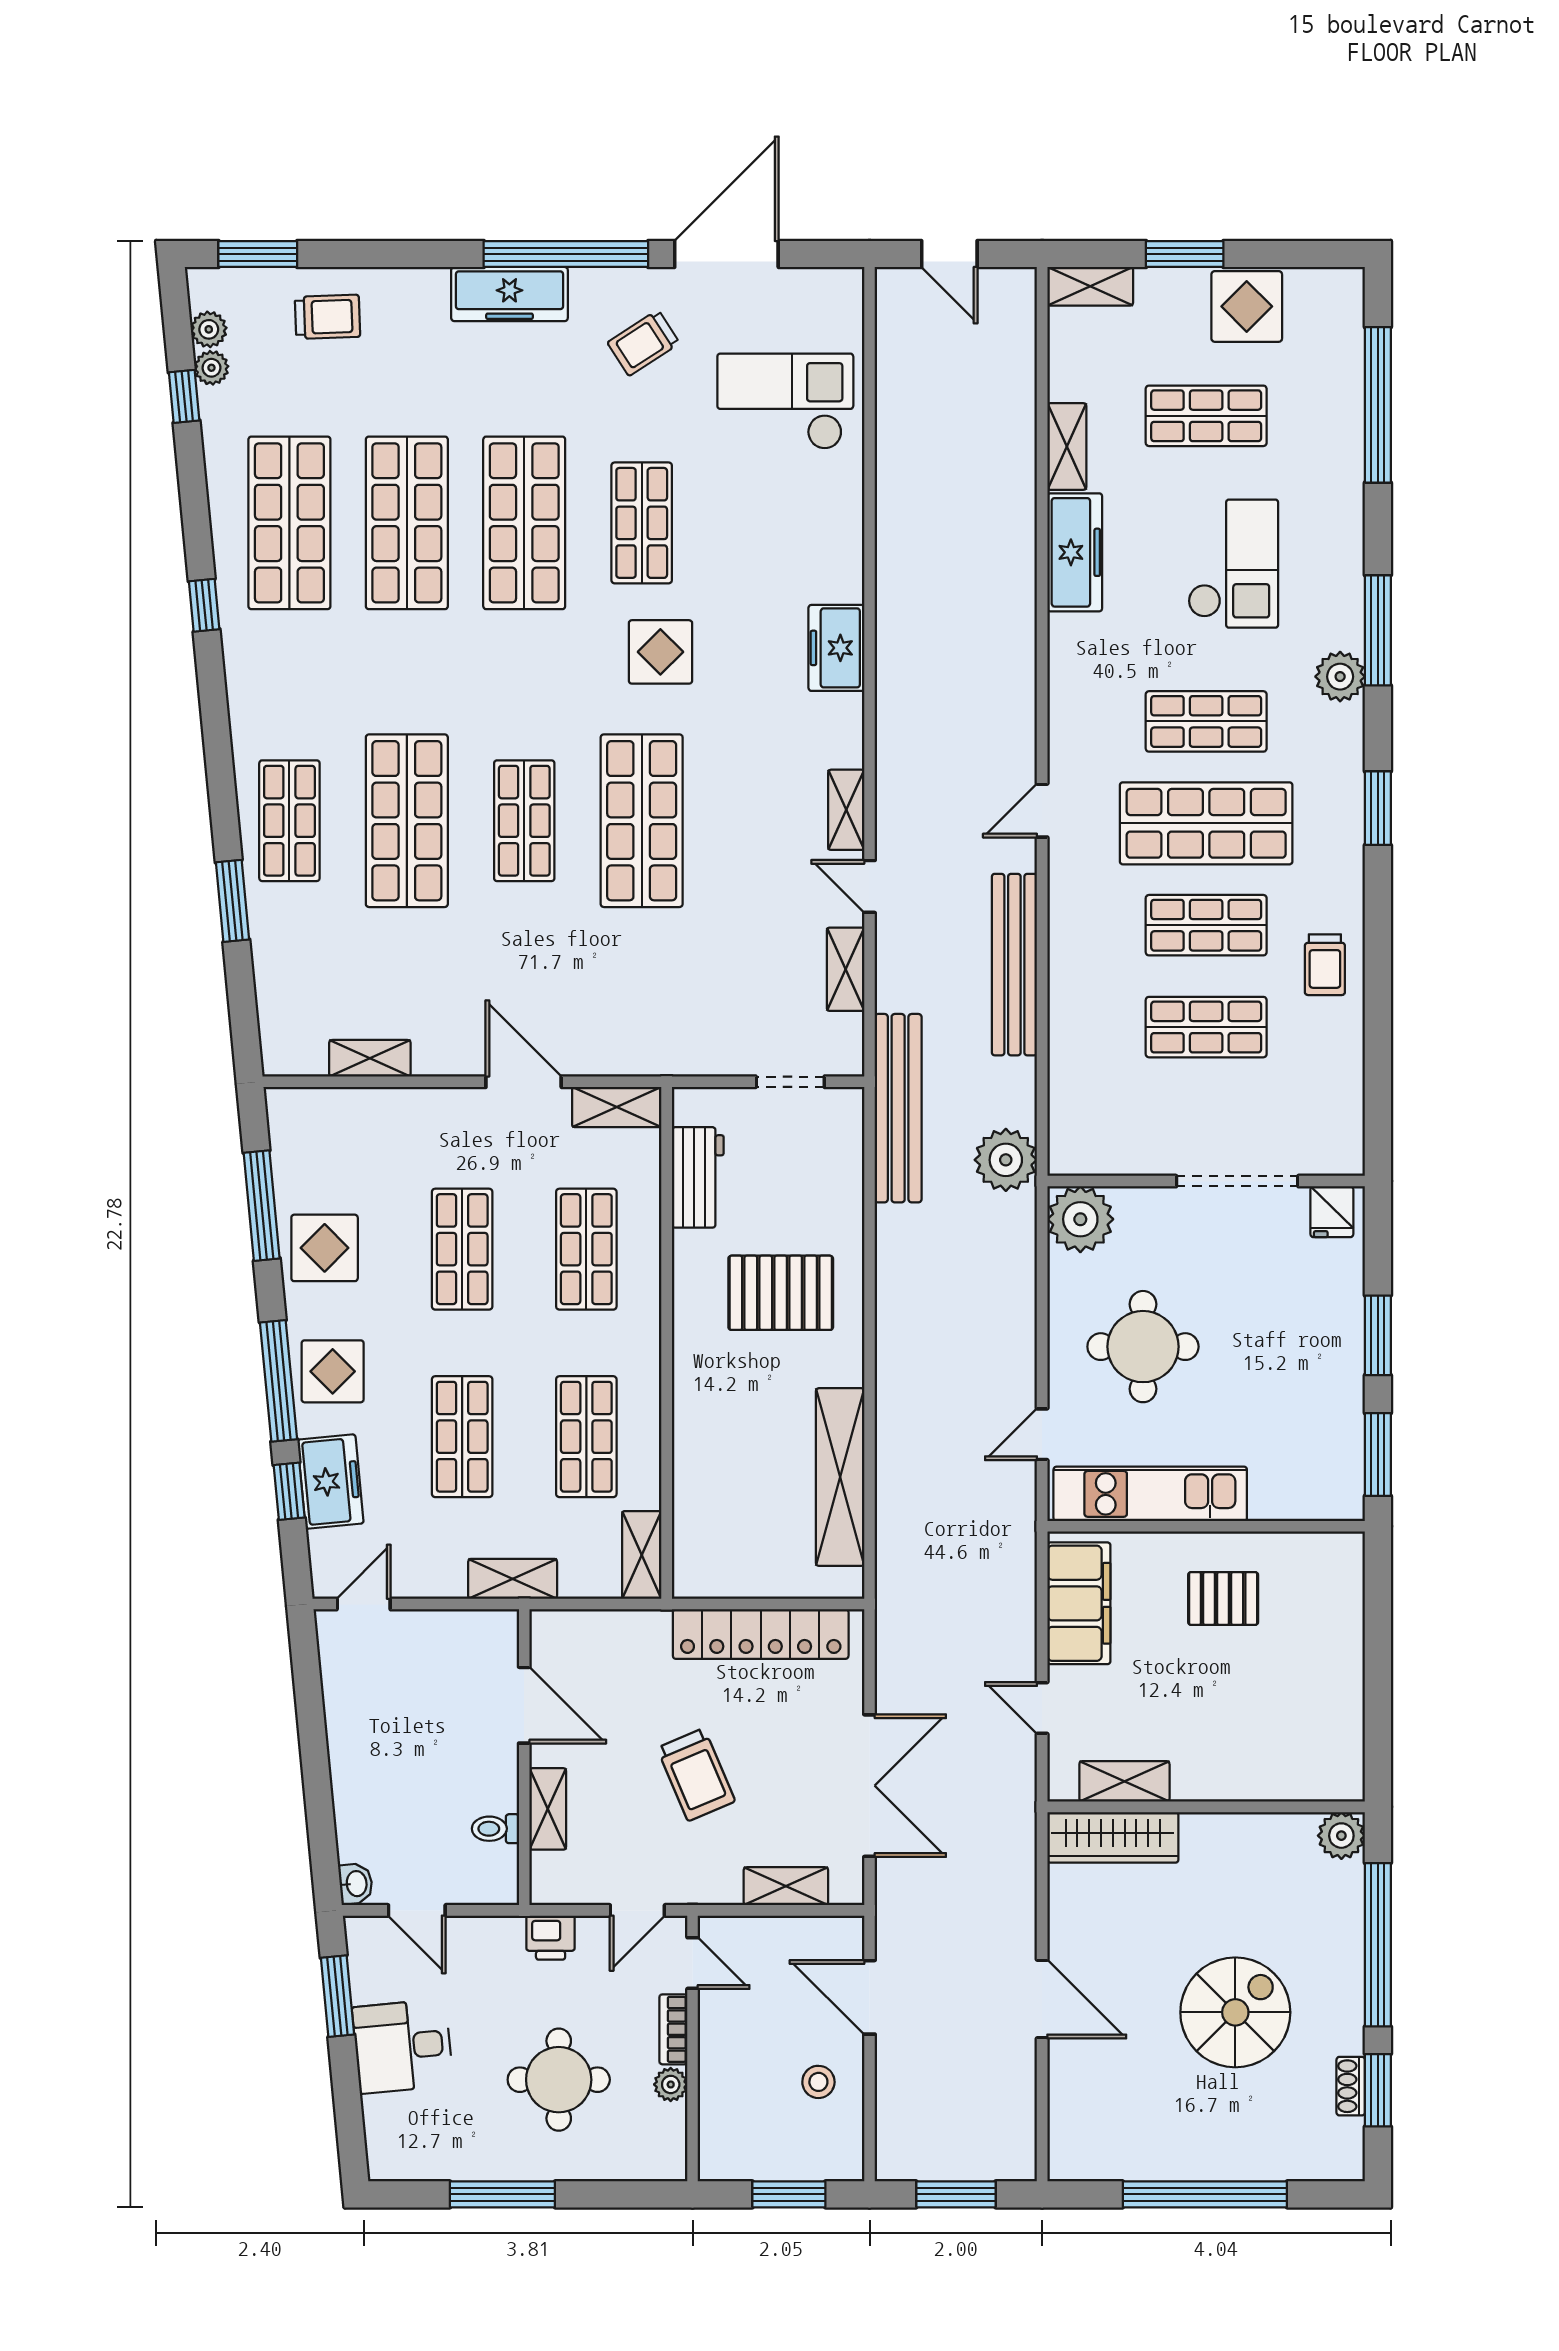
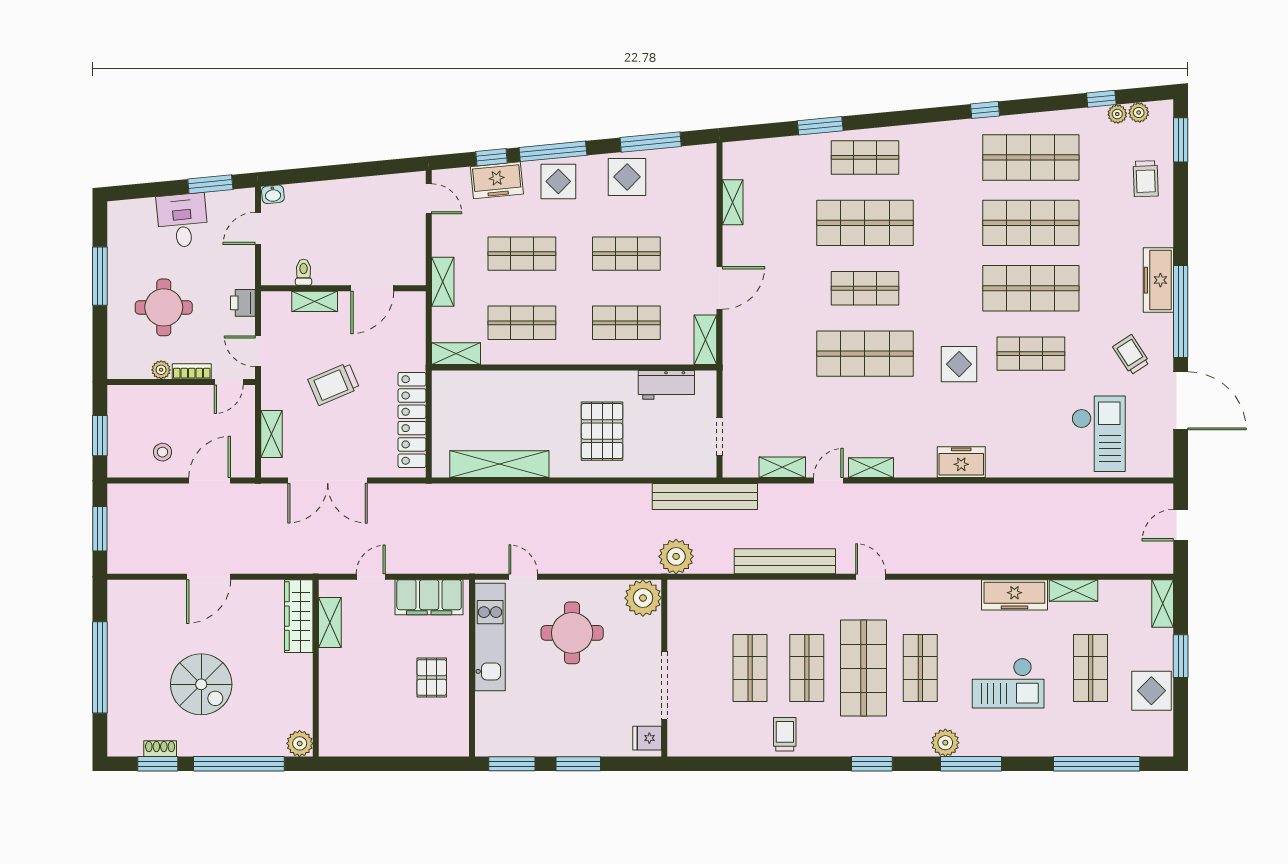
trolley: (1325, 965) -> (785, 734), turned 90

